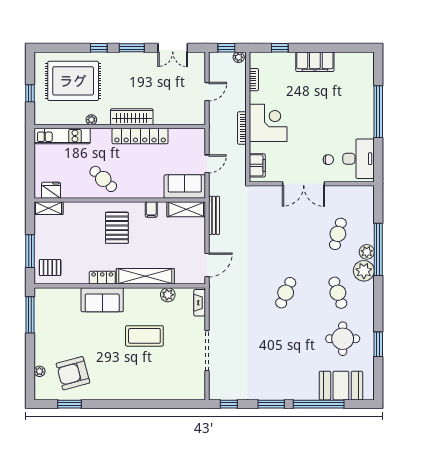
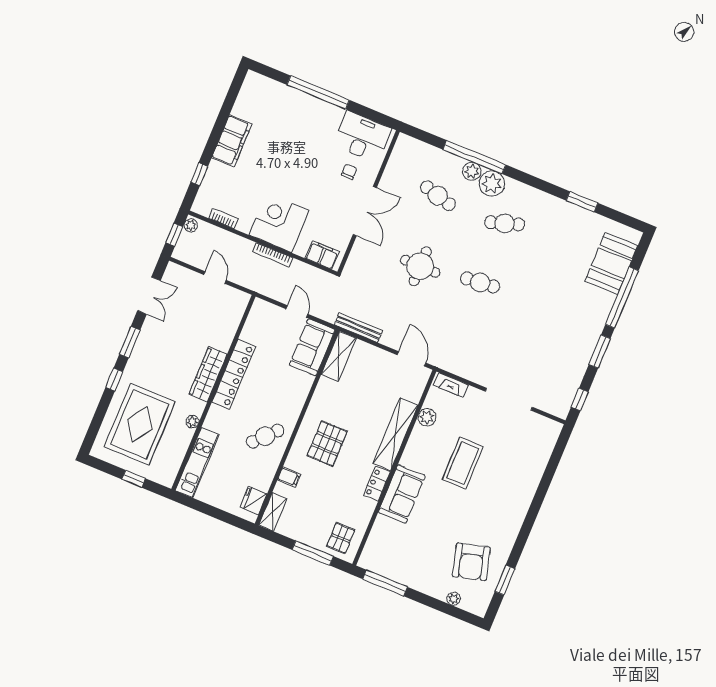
filing cabinet: (151, 210) -> (289, 477), moved
pallet: (117, 228) -> (327, 444), turned 90
cafe table: (286, 293) -> (480, 283), turned -30
round table: (343, 339) -> (420, 266), moved

